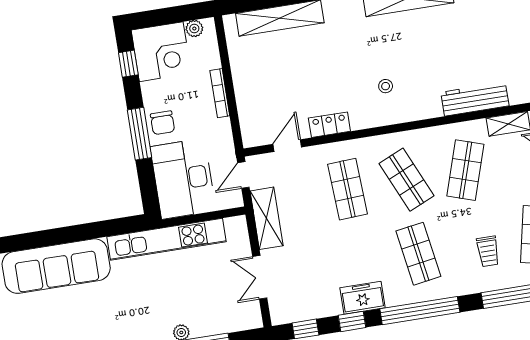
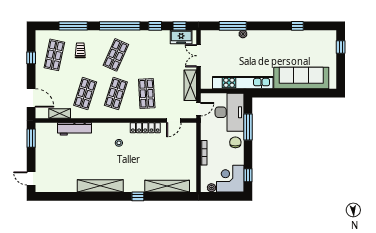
locker: (329, 125) -> (145, 128), width x1.53
window: (140, 134) -> (248, 127), moved
shop shelf: (406, 180) -> (116, 94), turned 42
shop shelf: (418, 254) -> (116, 55), turned 33
double door: (260, 277) -> (199, 56), swing flipped
freezer: (363, 298) -> (181, 37), moved

